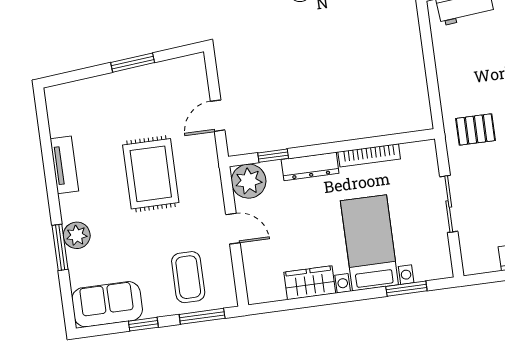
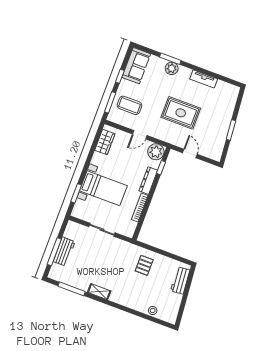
pallet: (476, 129) -> (144, 265), moved
wardrobe: (310, 283) -> (105, 142), moved

